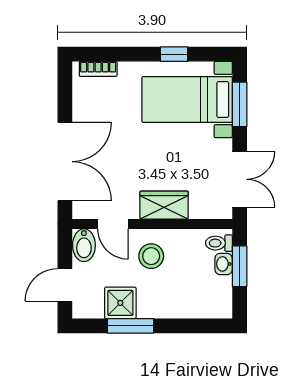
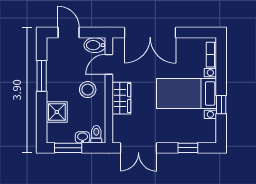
bed with nightstands: (187, 100) -> (186, 93), moved, turned -90
window: (240, 104) -> (188, 148), width x0.67
window: (240, 266) -> (68, 148), moved
shower: (120, 303) -> (57, 112), moved

